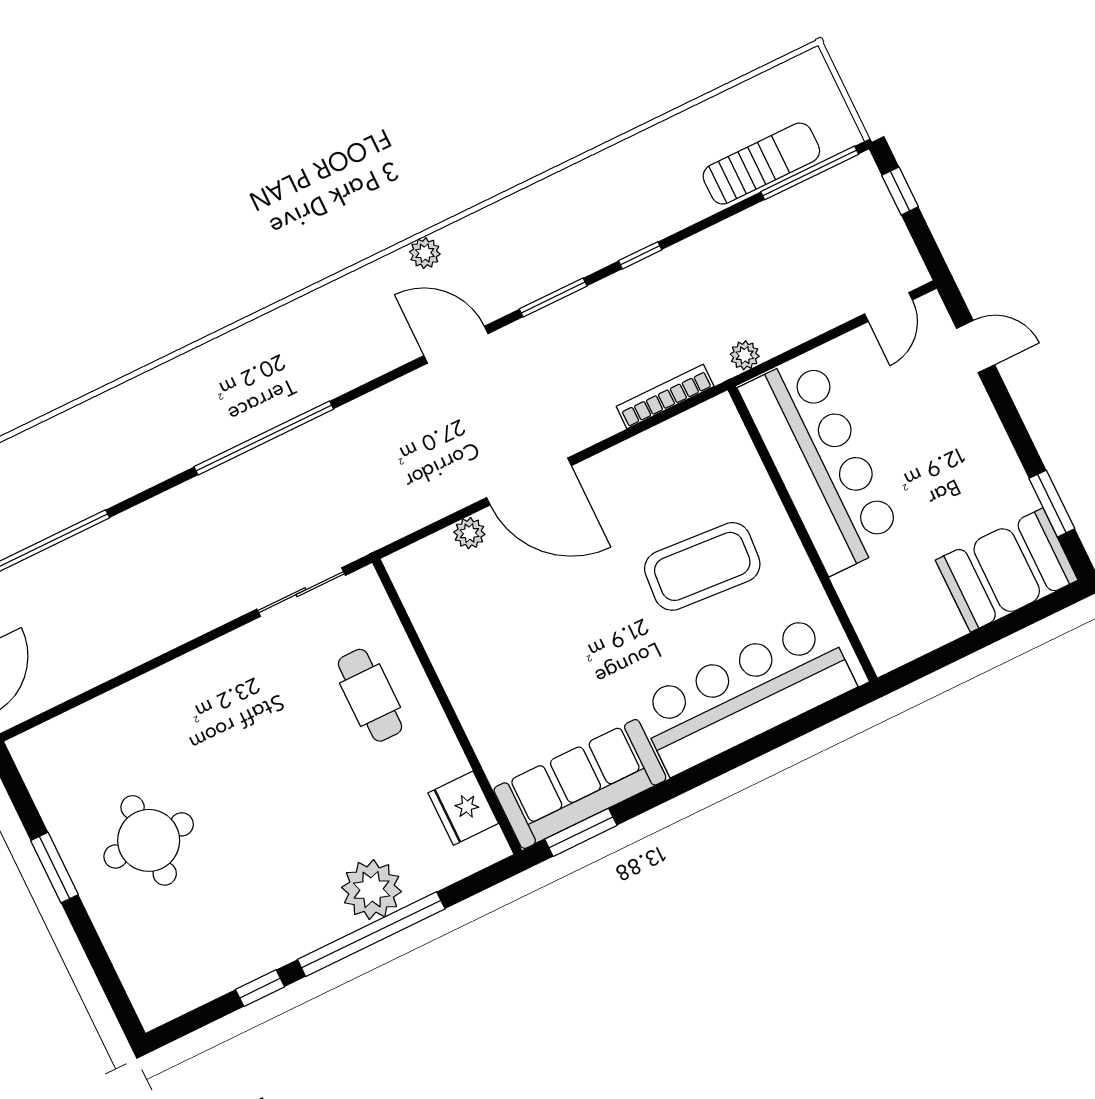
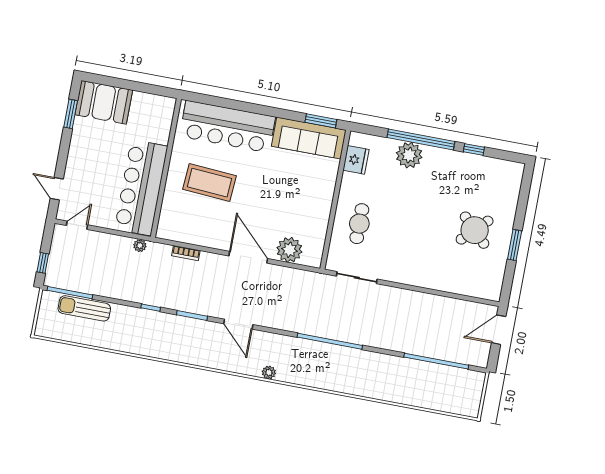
plant: (425, 253) -> (269, 372), moved
bookcase: (665, 396) -> (186, 253), width x0.64
plant: (469, 533) -> (289, 250), width x1.88, depth x1.88
round table: (149, 840) -> (475, 230), turned 45

